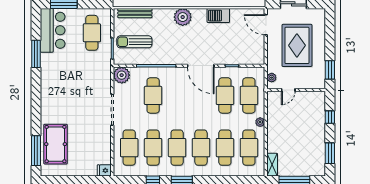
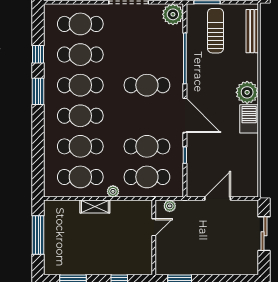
barbecue: (218, 16) -> (249, 119), moved
door: (266, 25) -> (218, 199), moved
rug: (297, 45) -> (211, 238), removed
door: (201, 66) -> (185, 115), swing flipped
door: (288, 90) -> (154, 227), swing flipped
cafe table: (153, 95) -> (147, 85), moved
shelving: (272, 165) -> (95, 207), moved

